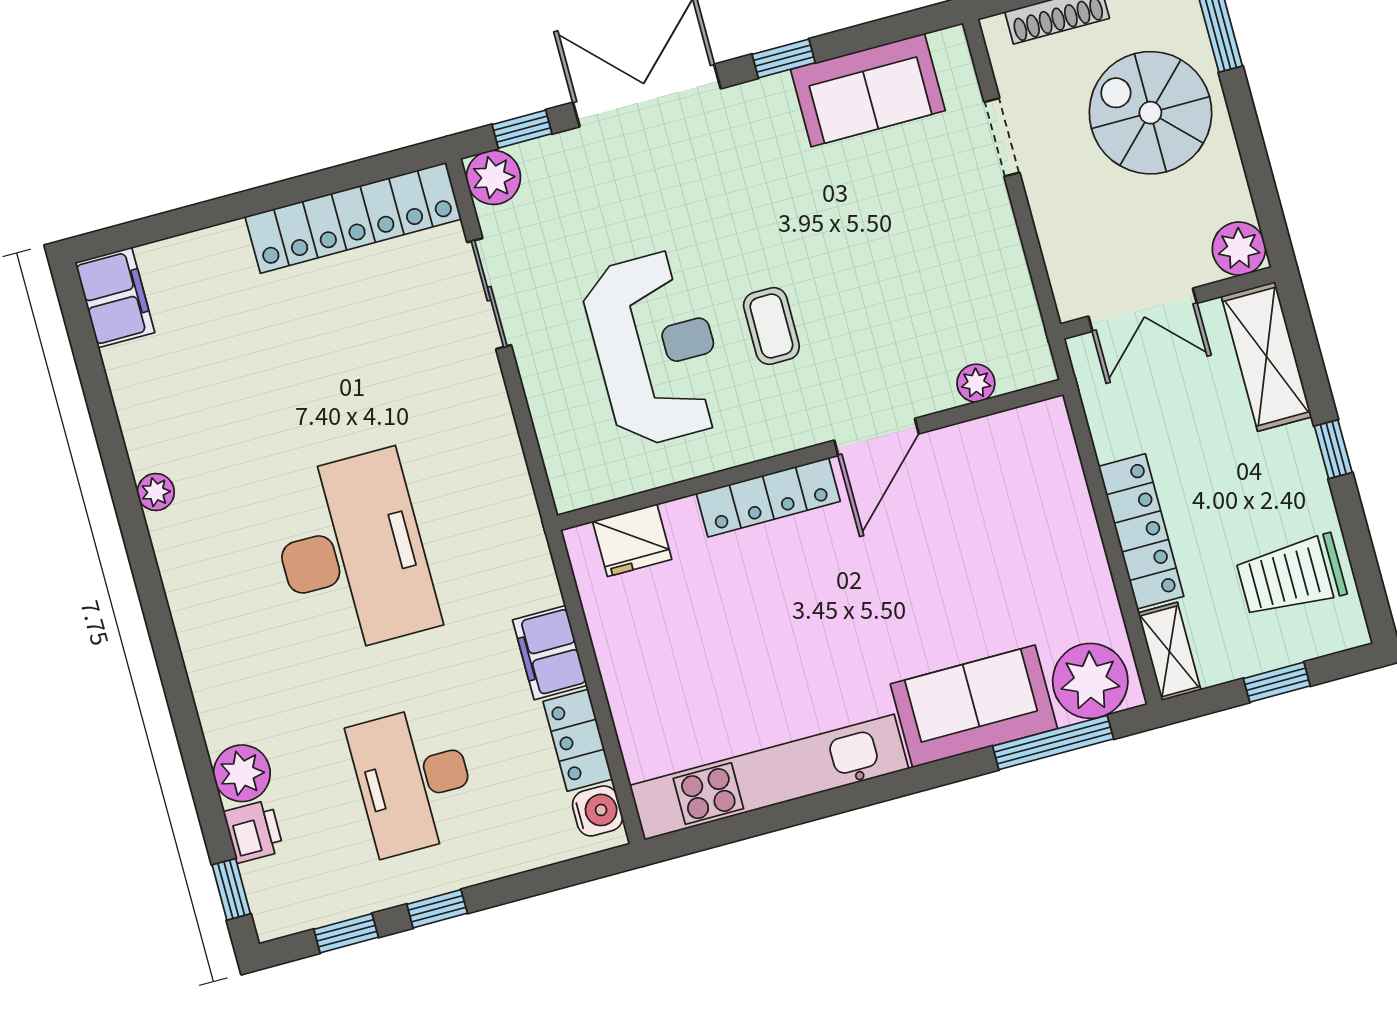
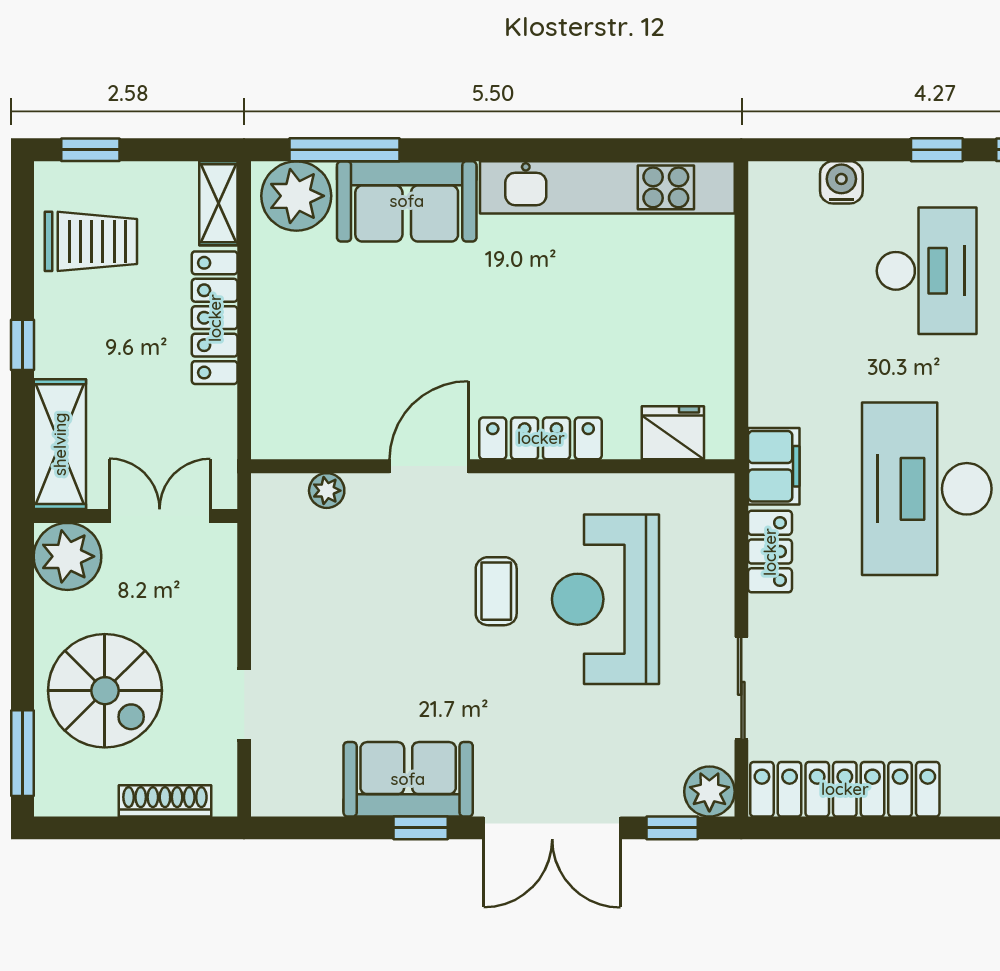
sofa: (868, 90) -> (408, 779), moved
plant: (1239, 249) -> (68, 556), width x1.36, depth x1.36
filing cabinet: (550, 653) -> (774, 466), moved
window: (1277, 682) -> (90, 150), moved
locker: (578, 740) -> (770, 552), moved
water cooler: (597, 811) -> (841, 182), moved, turned 90

